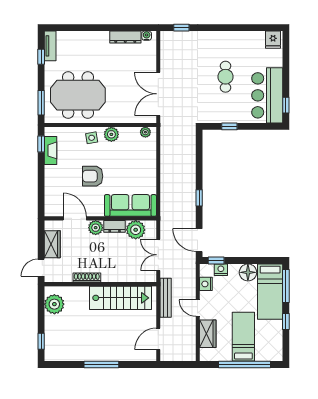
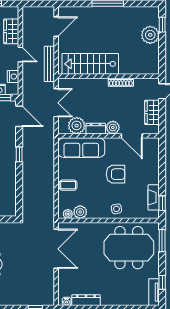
plant: (111, 134) -> (80, 212), moved
coffee table: (145, 164) -> (68, 185), added
plant: (54, 304) -> (150, 35), moved

